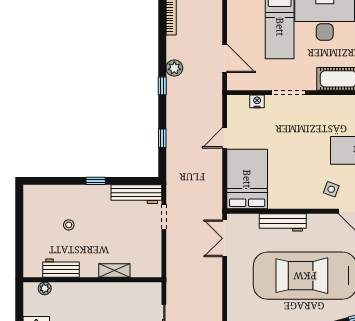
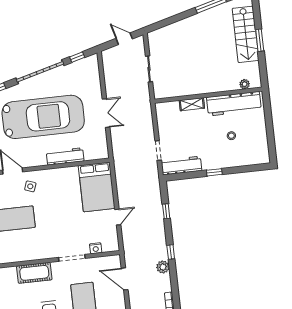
double door: (225, 238) -> (106, 113), moved
workbench: (61, 268) -> (234, 104), width x1.88, depth x1.32

